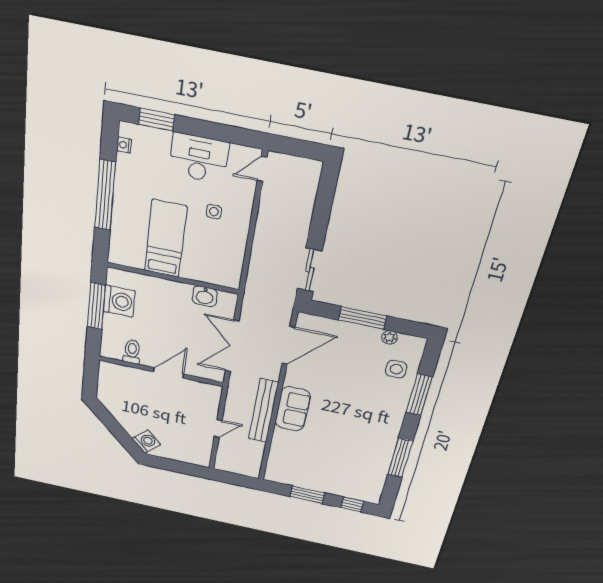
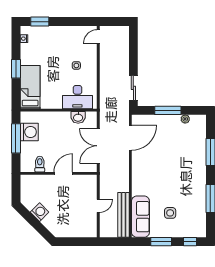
desk: (199, 158) -> (77, 97), moved, turned 180
window: (105, 195) -> (16, 69), width x0.47
bed: (165, 239) -> (30, 87), moved
side table: (396, 369) -> (170, 213), moved
sofa: (293, 409) -> (140, 217), moved, width x1.36
bench: (263, 411) -> (123, 215), moved
washing machine: (146, 442) -> (40, 212), moved

